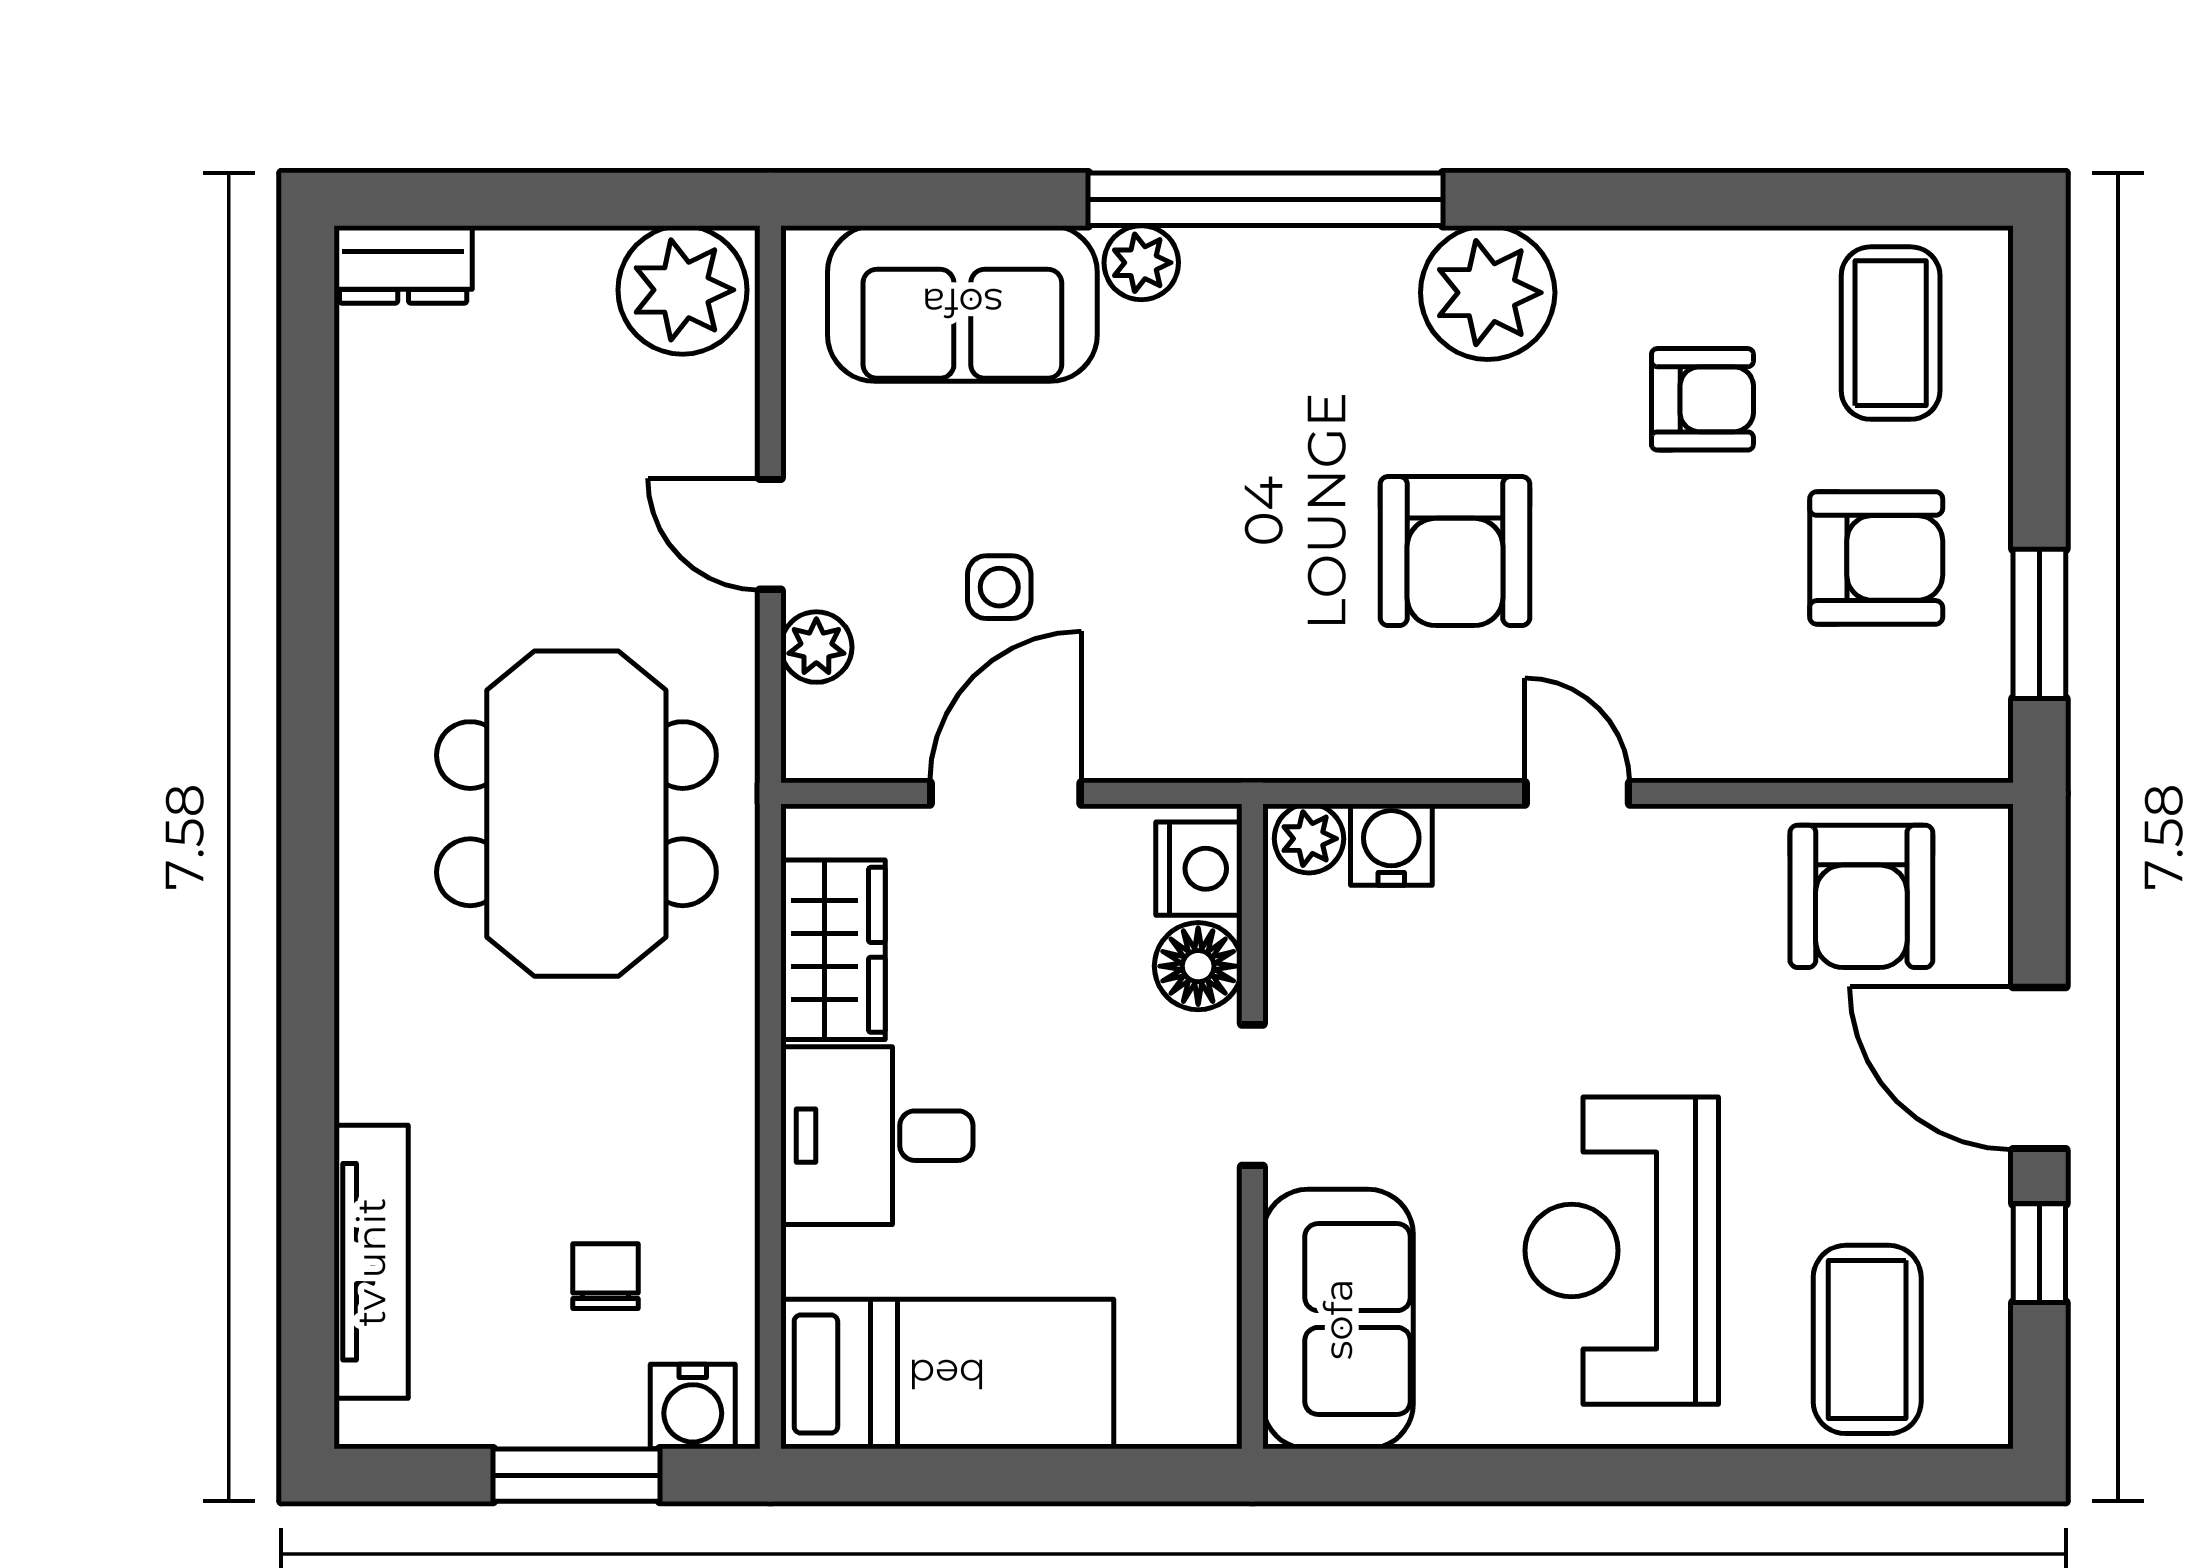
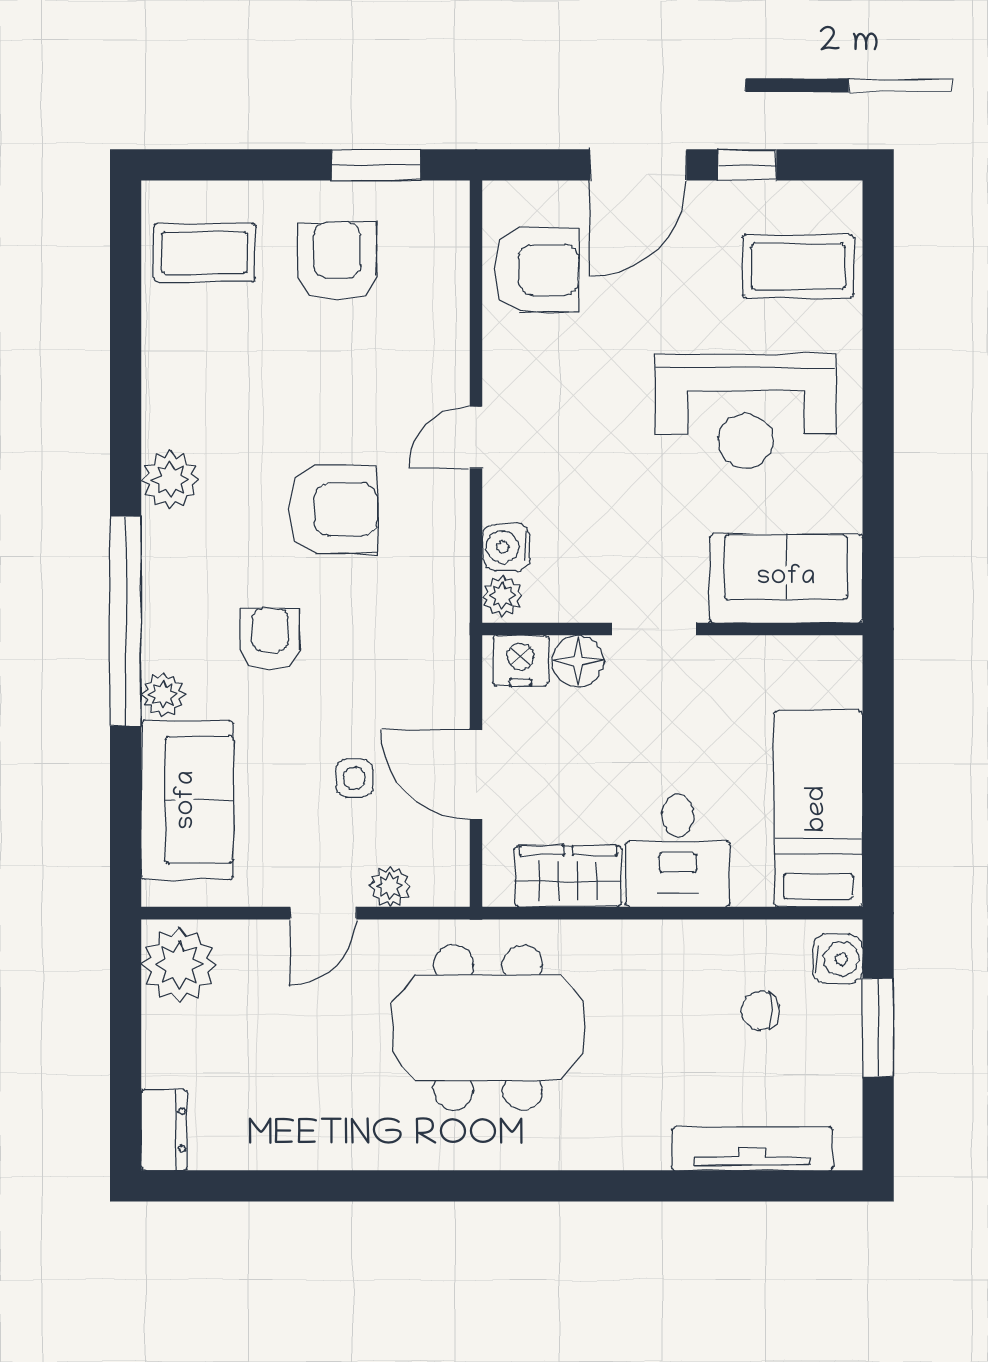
plant: (1488, 293) -> (170, 480), width x0.73, depth x0.73
armchair: (1702, 399) -> (270, 638), moved

